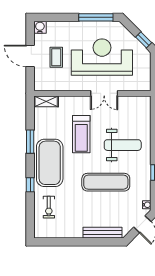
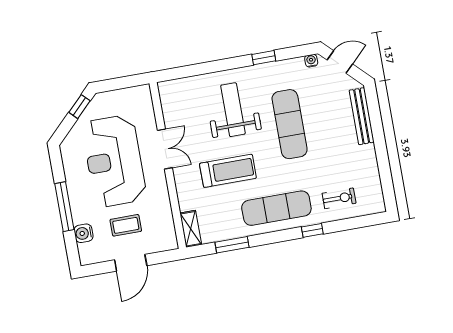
window: (96, 17) -> (64, 207), moved
water cooler: (40, 27) -> (84, 233), moved
window: (30, 142) -> (232, 245), moved
exercise mat: (50, 163) -> (276, 208), width x0.68

